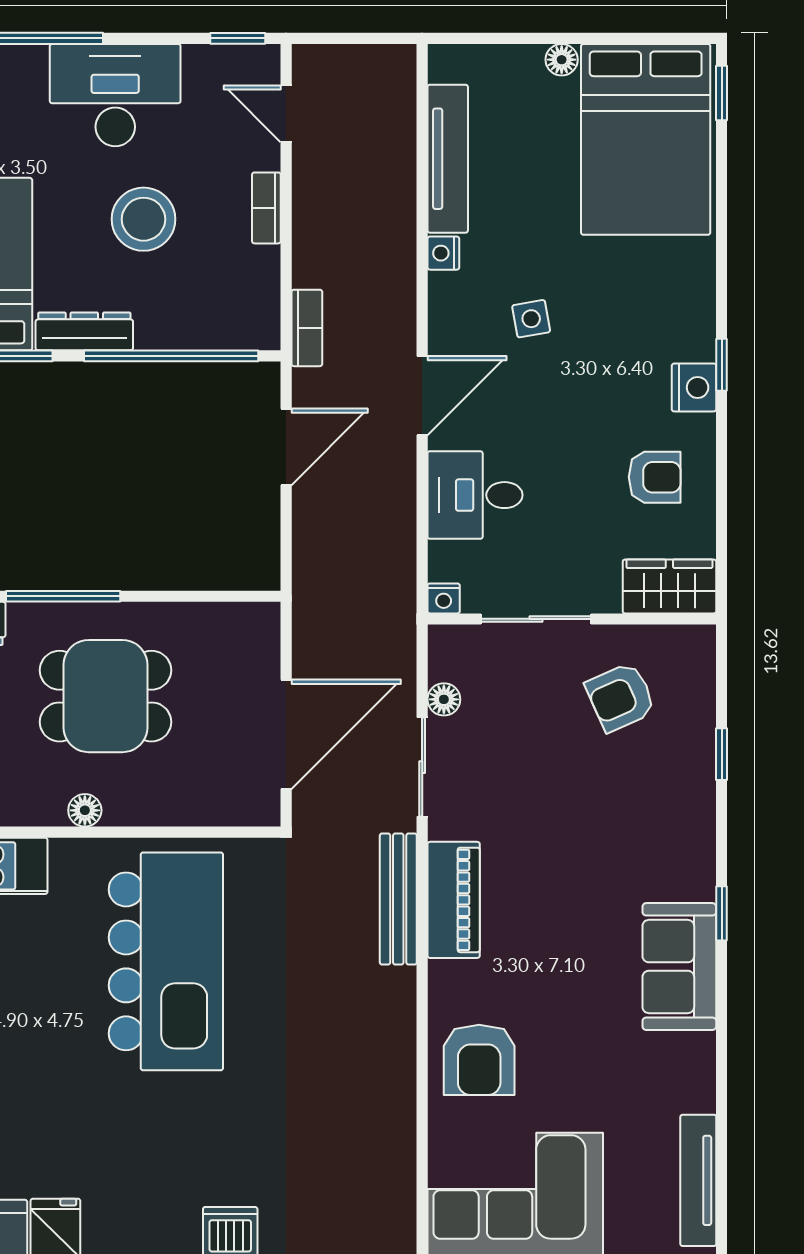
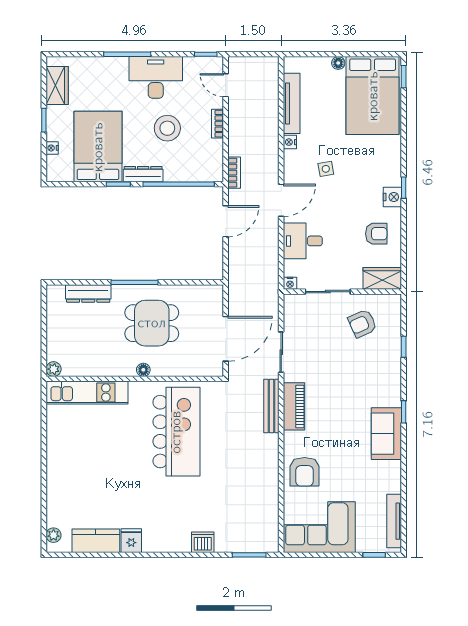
floor lamp: (444, 699) -> (290, 324), removed

